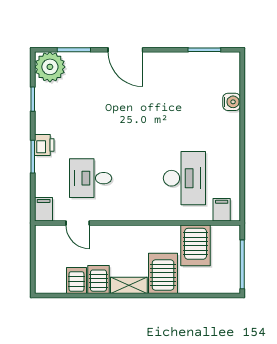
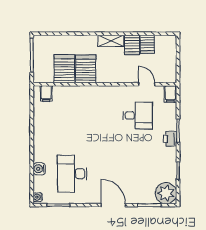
water cooler: (234, 61) -> (38, 197), added
desk: (184, 178) -> (72, 174), moved
server rack: (163, 273) -> (86, 69), moved, turned 180

